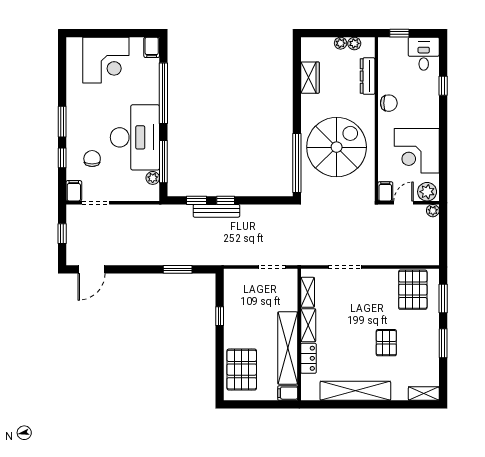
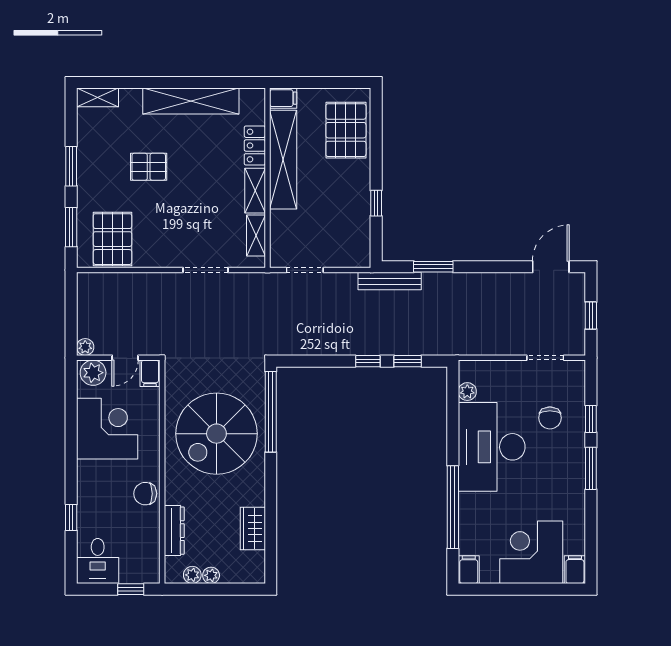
window: (163, 162) -> (453, 414), removed
filing cabinet: (74, 191) -> (575, 570), moved, turned 180
bench: (216, 211) -> (390, 281), moved
pallet: (386, 343) -> (149, 167), turned 90

